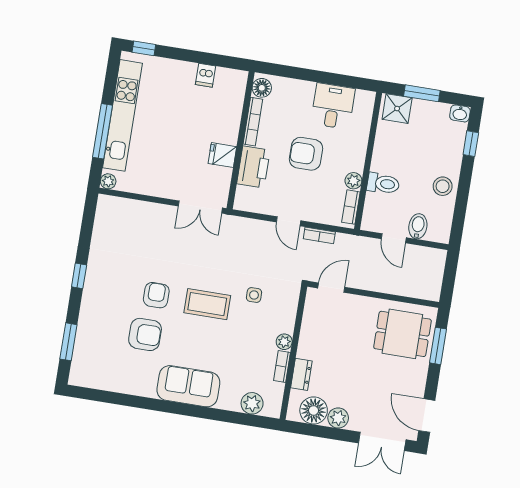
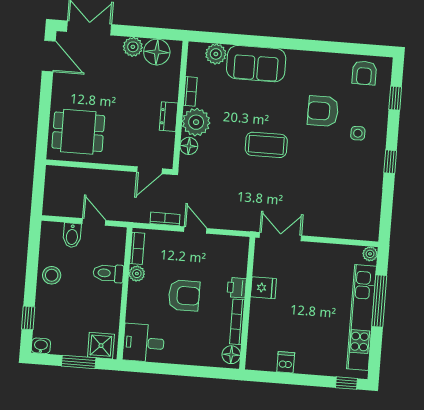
desk: (333, 106) -> (143, 343), moved, turned 90
printer: (253, 167) -> (237, 288), width x0.53, depth x0.68
armchair: (156, 295) -> (364, 73), moved
side table: (254, 295) -> (358, 133), moved
floor lamp: (288, 310) -> (189, 146), added
window: (68, 342) -> (395, 98), width x0.67
plant: (284, 342) -> (196, 122), width x1.88, depth x1.88
window: (438, 346) -> (43, 123), removed
dresser: (301, 374) -> (169, 117), moved
sofa: (188, 386) -> (256, 64), moved

